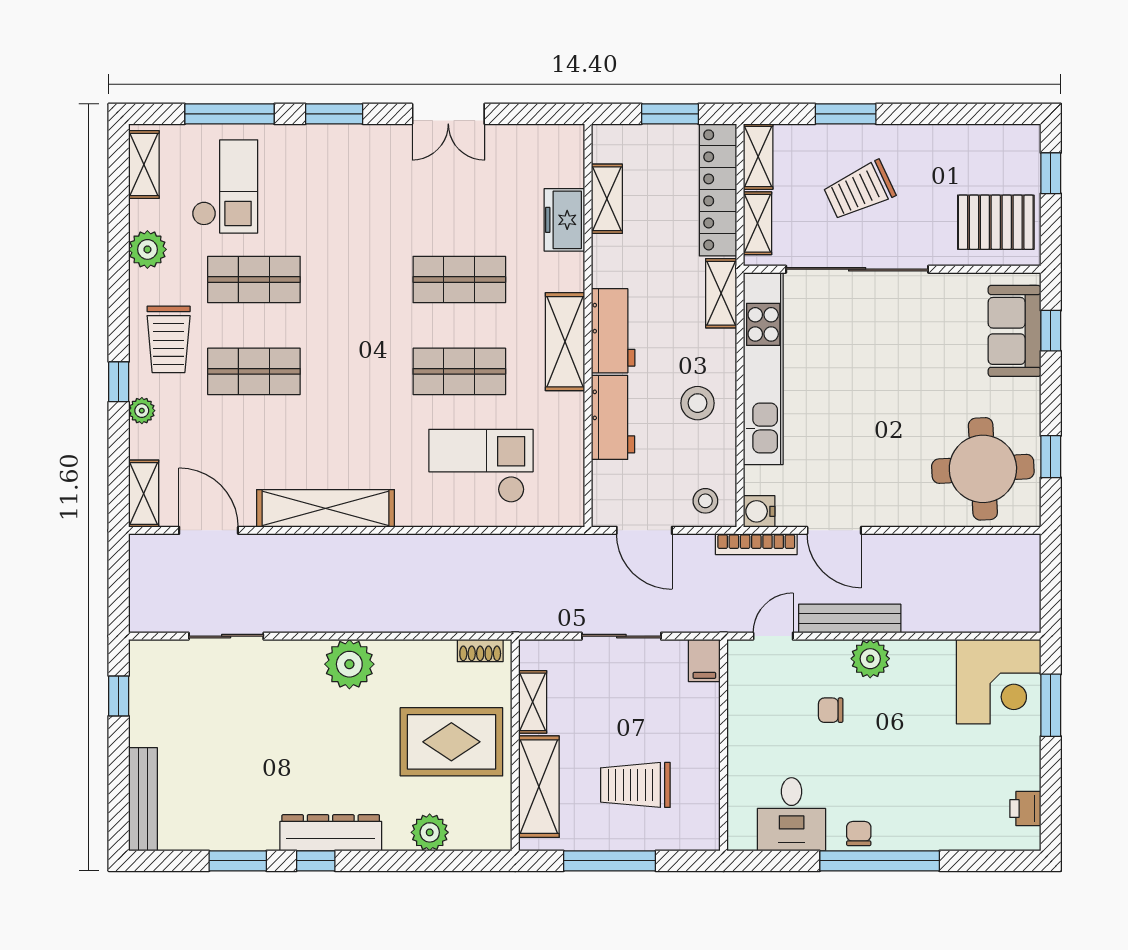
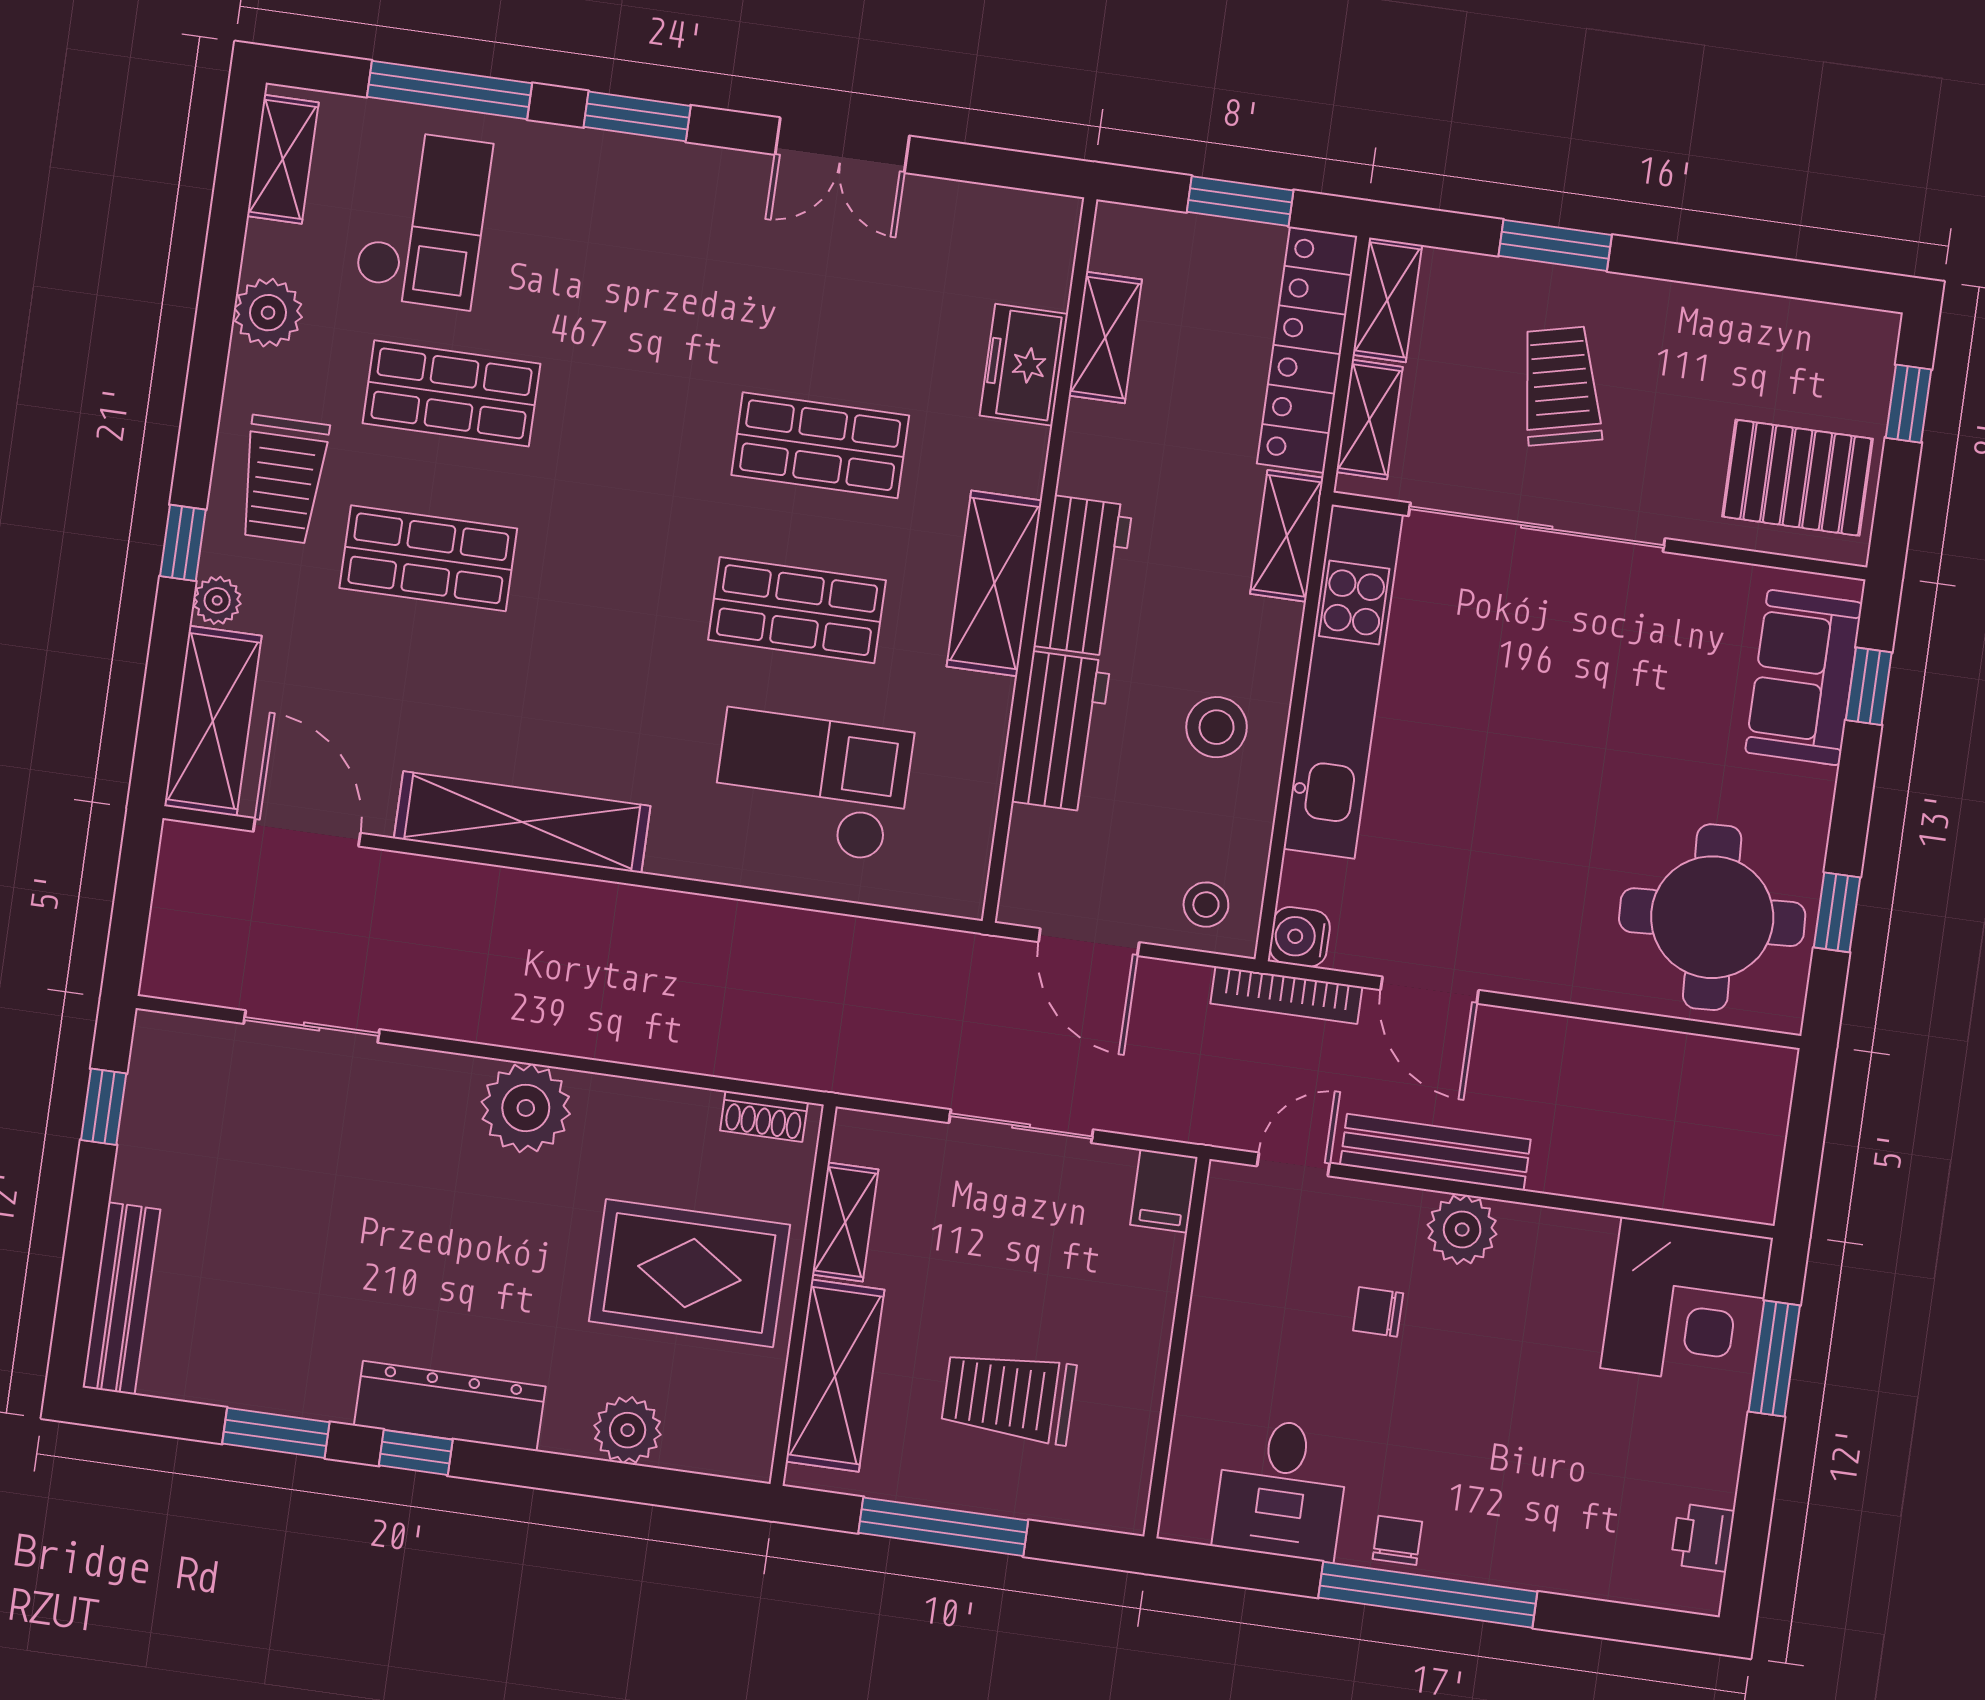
trolley: (859, 190) -> (1561, 386), turned 102
shelving: (144, 494) -> (213, 721), width x1.50, depth x1.33

